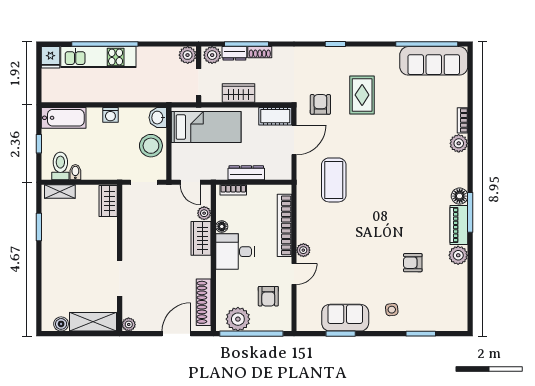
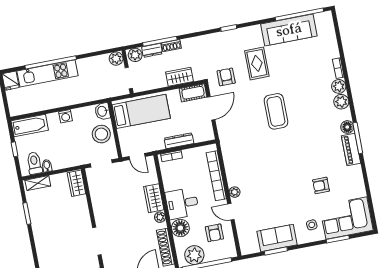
sofa: (434, 61) -> (289, 30), moved
wardrobe: (238, 93) -> (180, 77), moved
coffee table: (334, 180) -> (276, 111), moved
plant: (204, 213) -> (160, 217), moved
floor lamp: (222, 227) -> (180, 228), moved, width x1.89, depth x1.89
plant: (458, 255) -> (341, 102), moved
door: (294, 274) -> (231, 212), swing flipped
corner sofa: (437, 309) -> (346, 218), added

